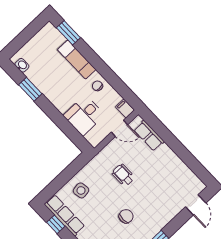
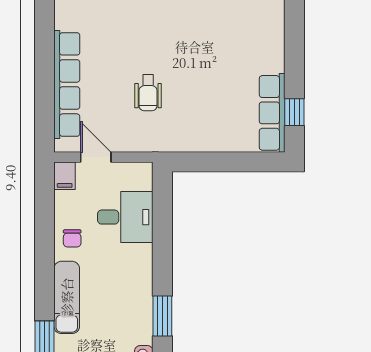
row of seats: (149, 136) -> (67, 84), width x2.02
side table: (81, 190) -> (221, 125), removed
chair: (126, 216) -> (195, 36), removed

